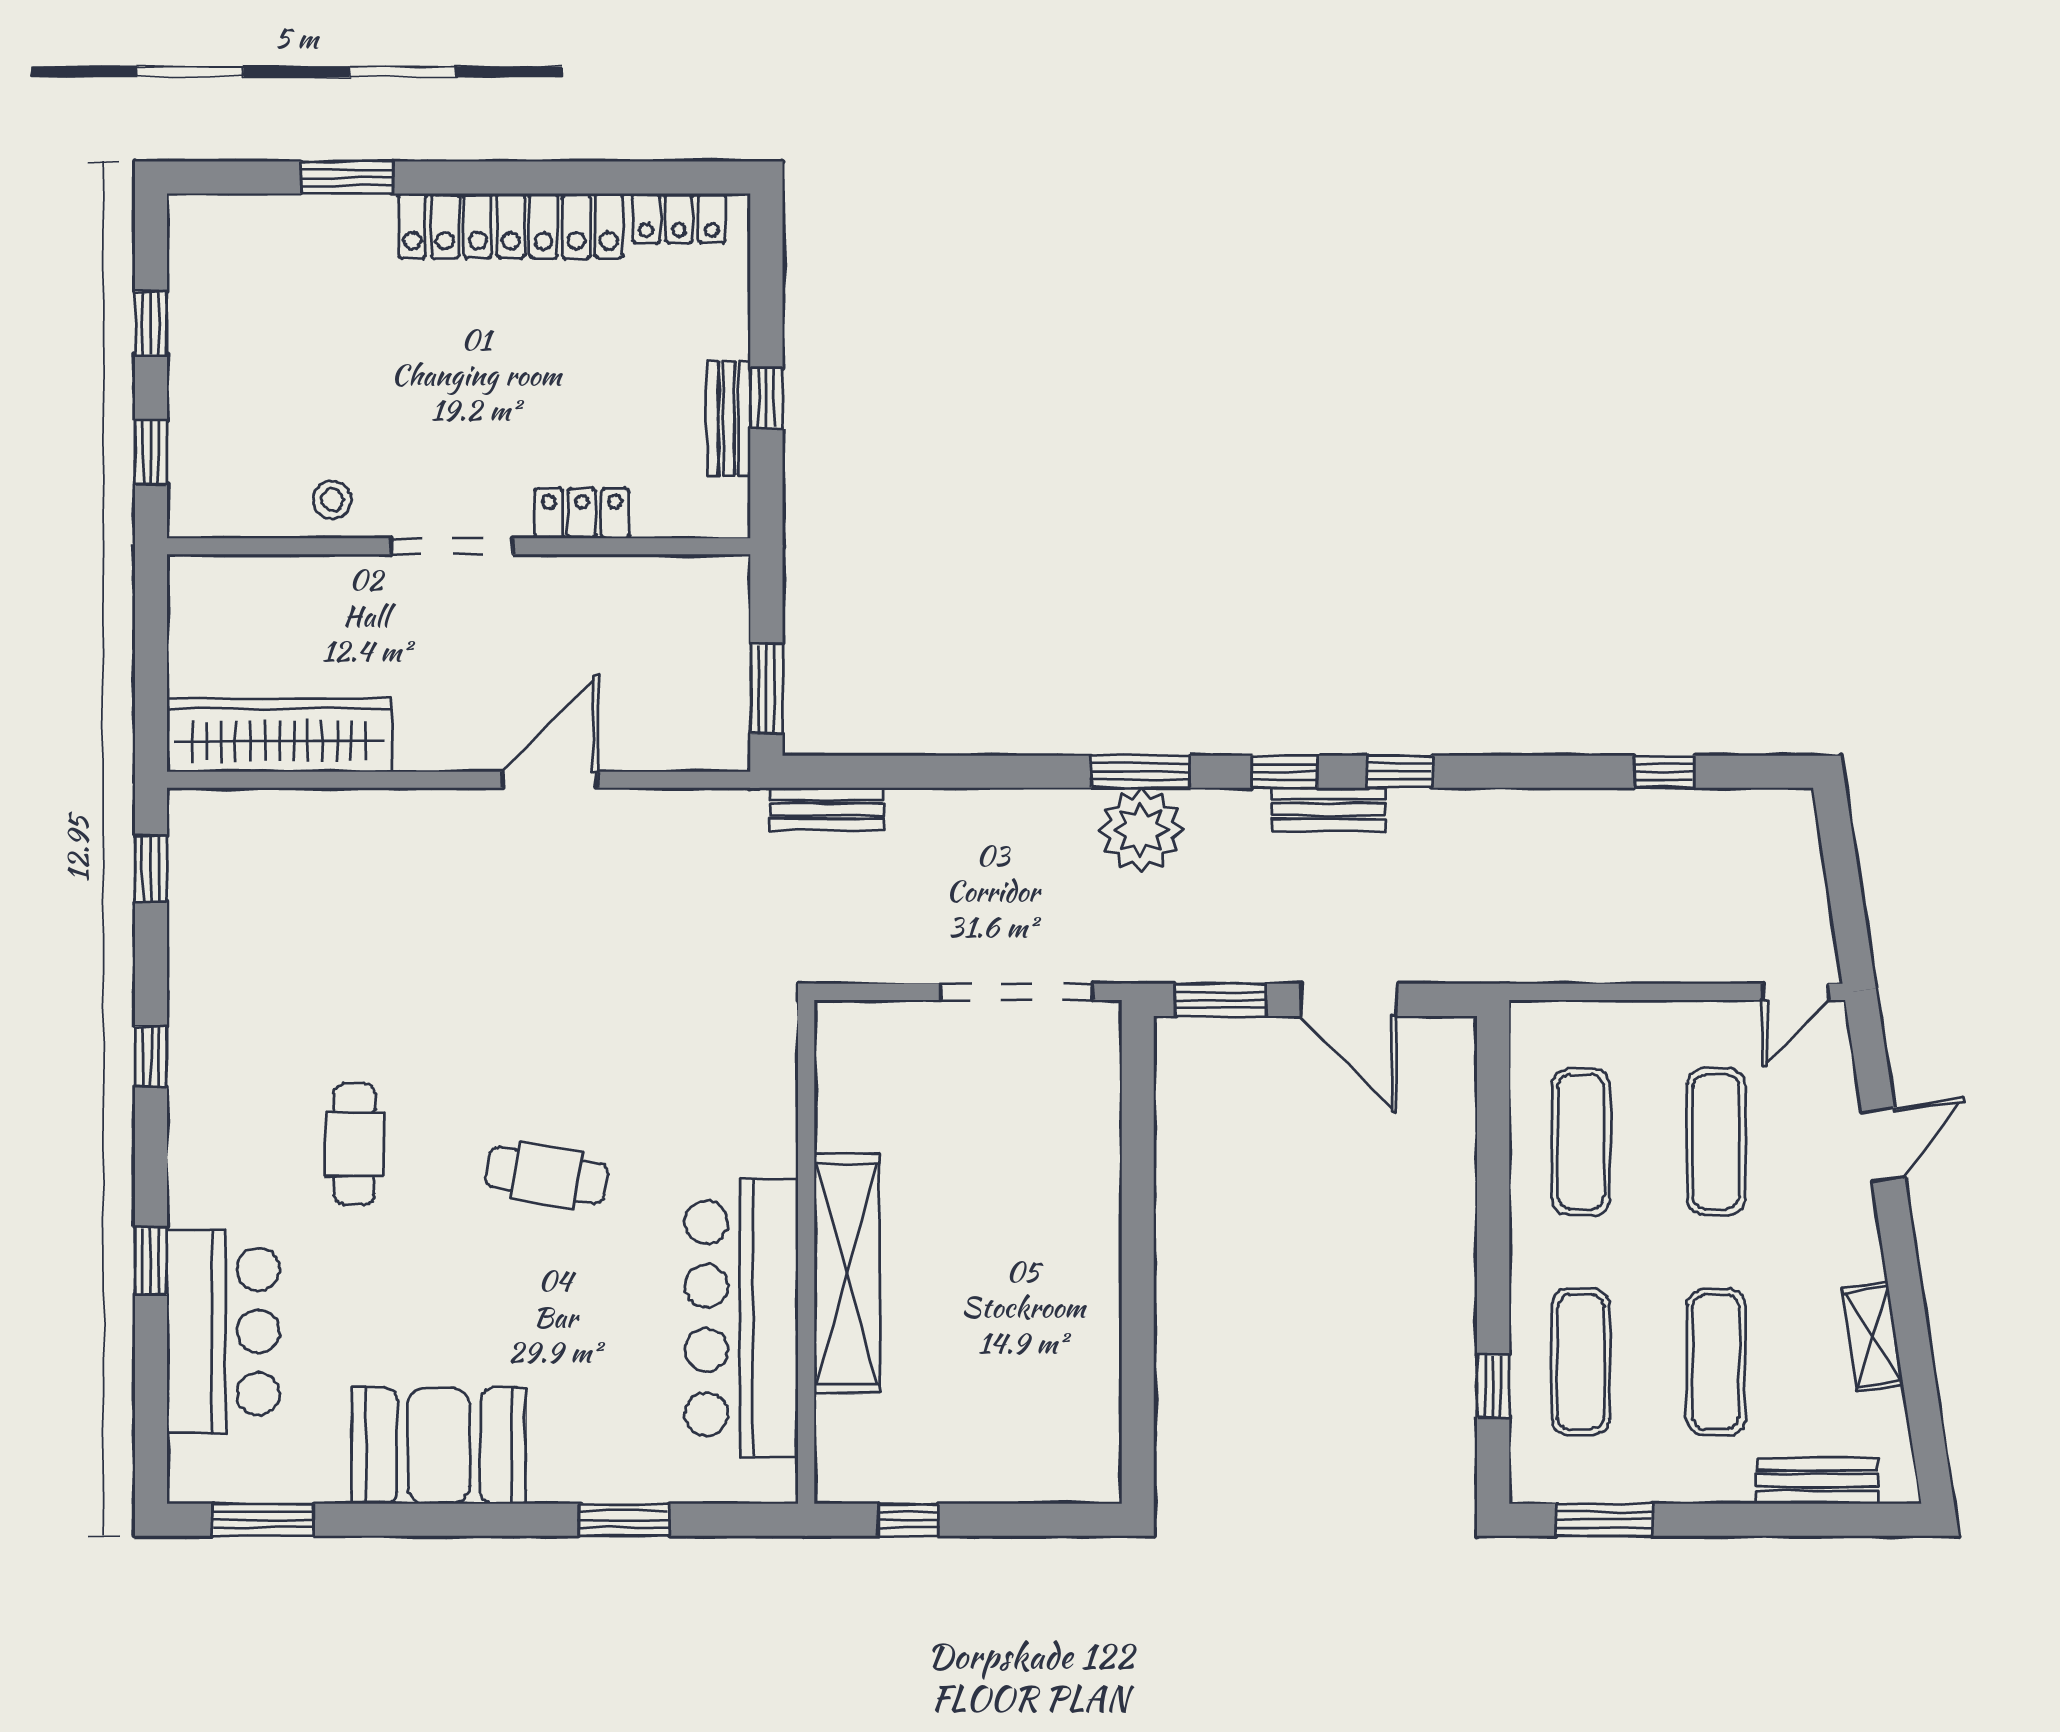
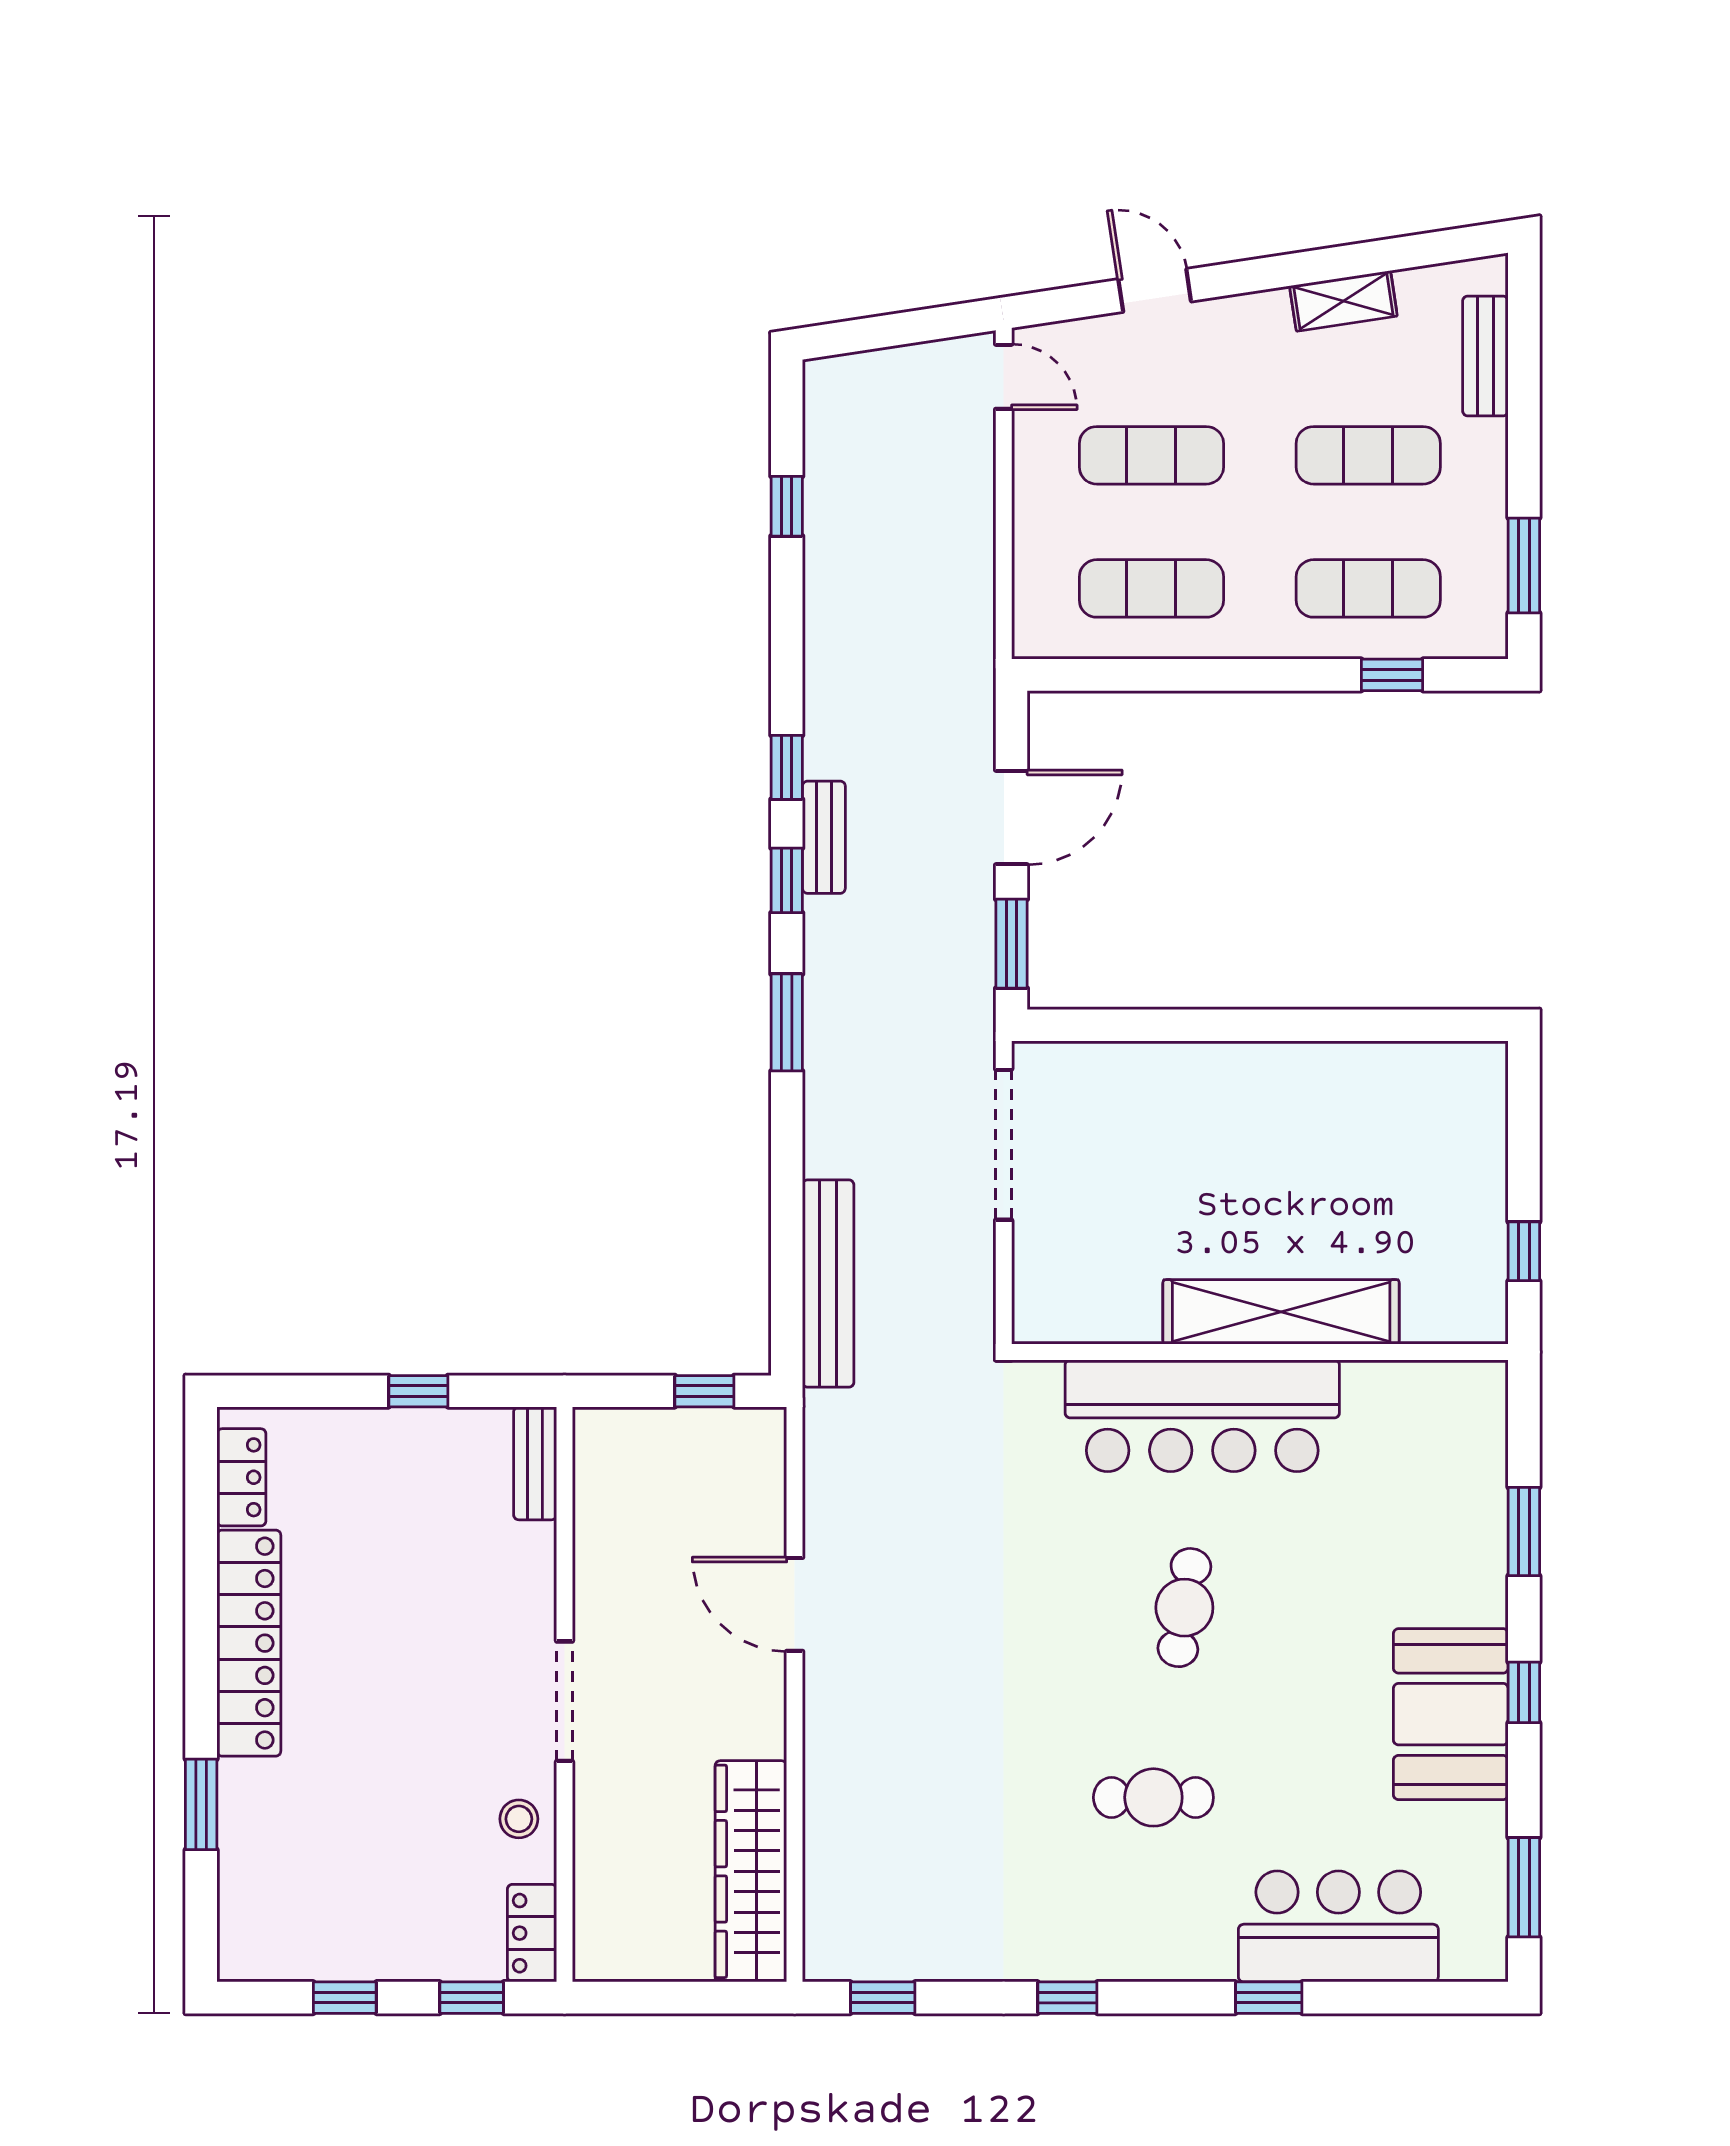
bench: (729, 419) -> (535, 1463), moved, turned 90
locker: (582, 513) -> (532, 1933), moved
window: (766, 688) -> (704, 1391), width x0.67
bench: (827, 809) -> (828, 1284), width x1.86, depth x1.21
plant: (1141, 830) -> (844, 1022), removed
bar counter: (741, 1318) -> (1202, 1416), moved
window: (461, 1520) -> (1524, 1692), added

